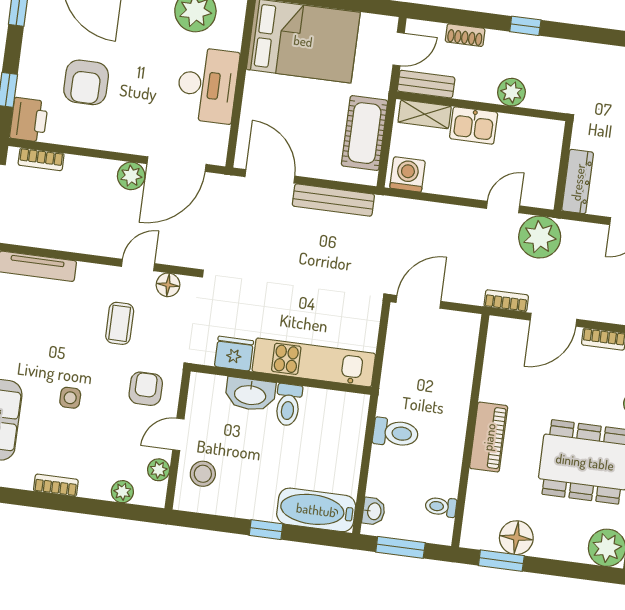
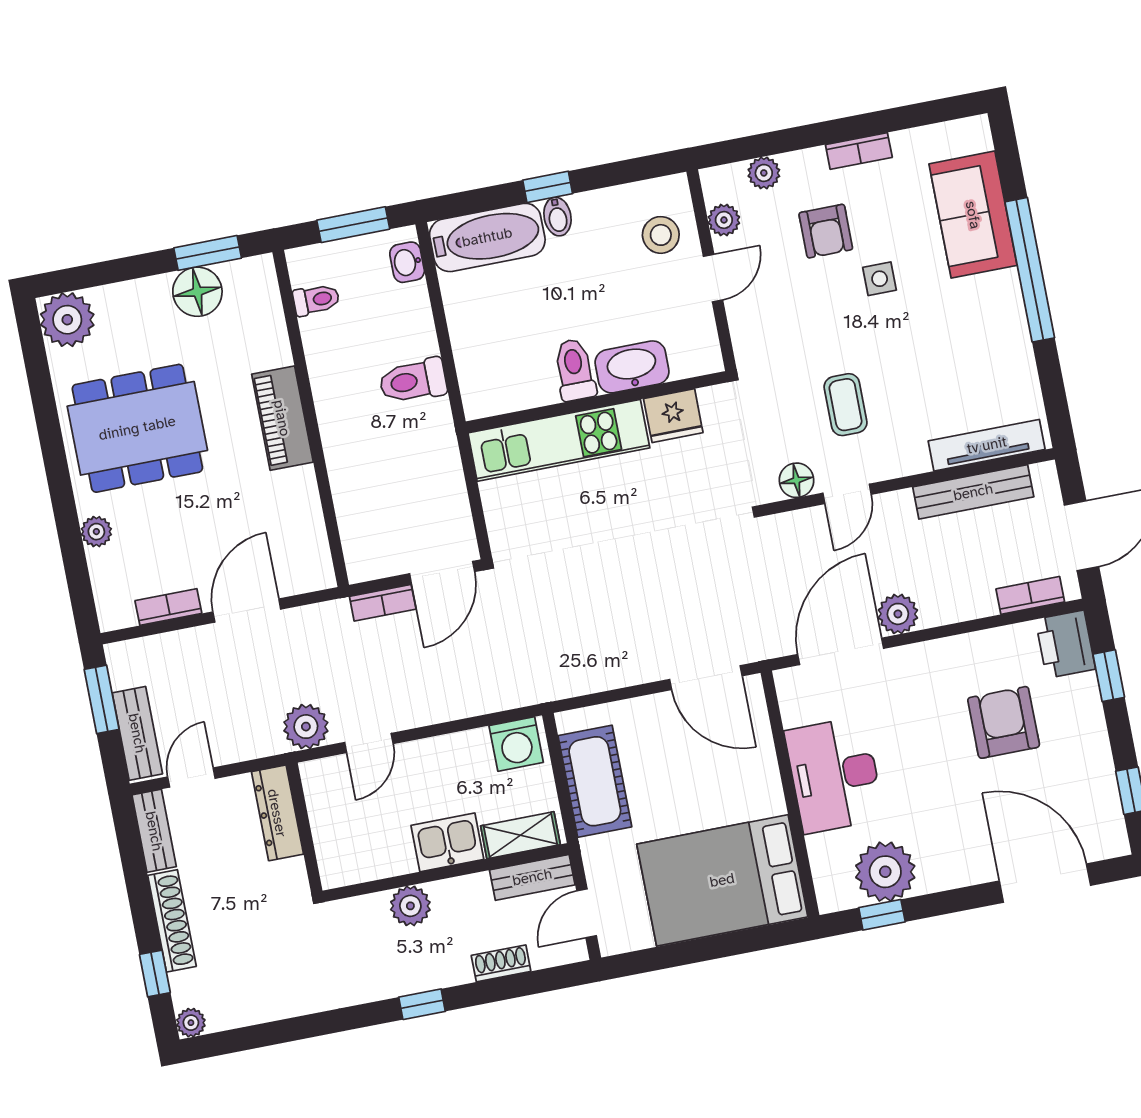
bench: (333, 200) -> (973, 492), moved
plant: (540, 237) -> (306, 727), width x0.73, depth x0.73
bookcase: (506, 301) -> (383, 603), moved
armchair: (146, 389) -> (826, 231), moved
bidet: (266, 508) -> (557, 217), added

